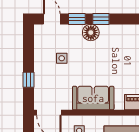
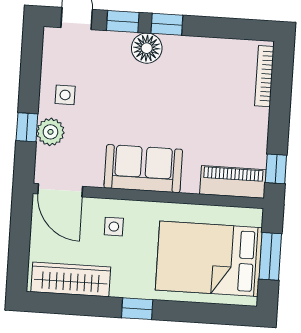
side table: (62, 58) -> (65, 95), moved
plant: (42, 81) -> (50, 132), added

